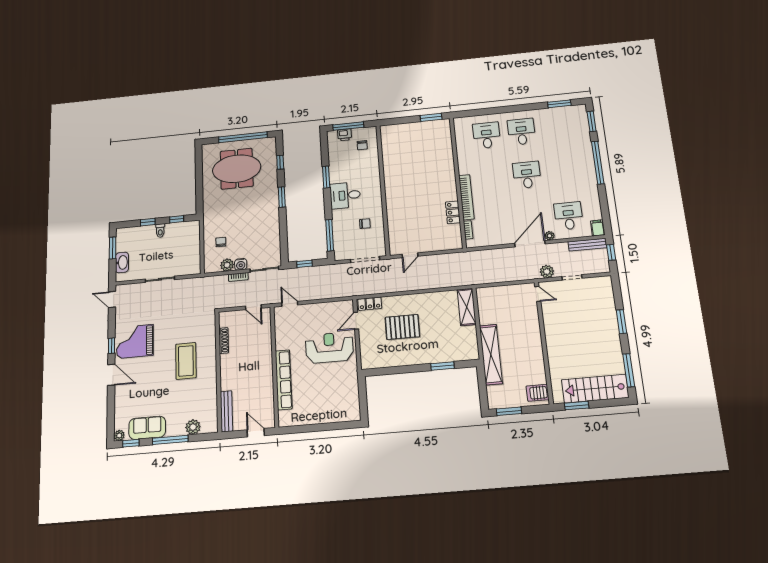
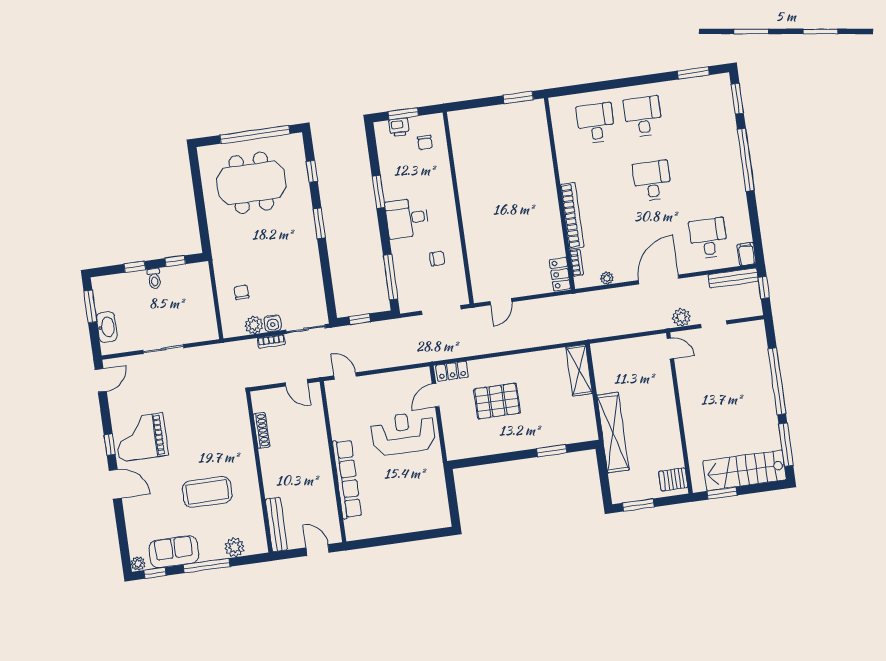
window: (348, 126) -> (403, 114), width x0.69
locker: (453, 212) -> (560, 274), moved
plant: (550, 236) -> (607, 278), moved
door: (112, 299) -> (101, 380), swing flipped
window: (621, 322) -> (777, 381), width x2.11
coffee table: (186, 361) -> (207, 492), moved, turned 90

